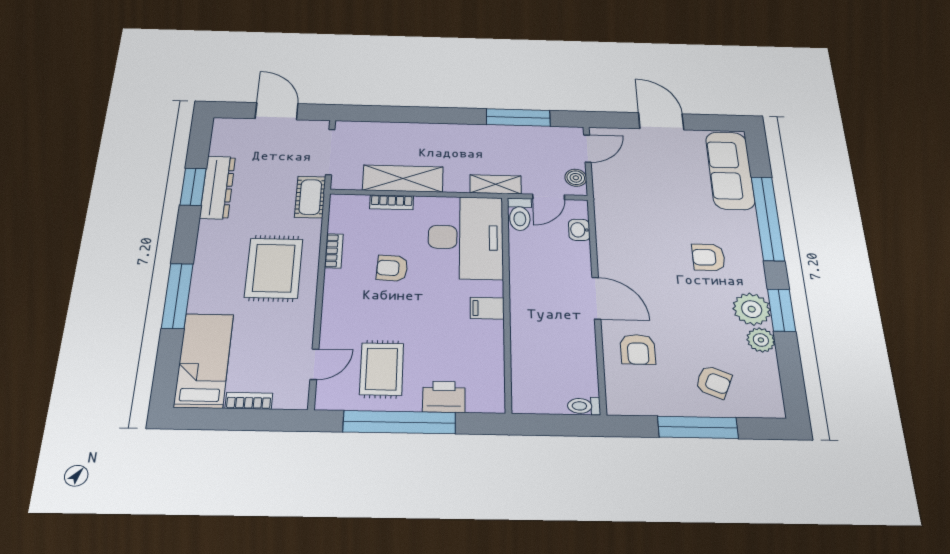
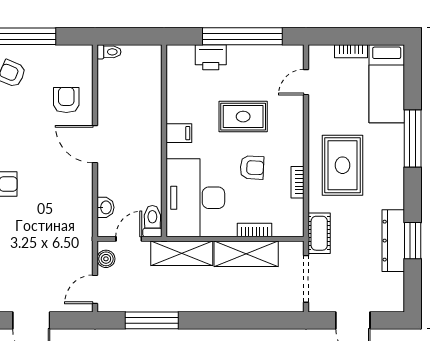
shelving: (496, 184) -> (182, 253), width x1.50, depth x1.33
rug: (382, 369) -> (243, 117), moved, turned 90

